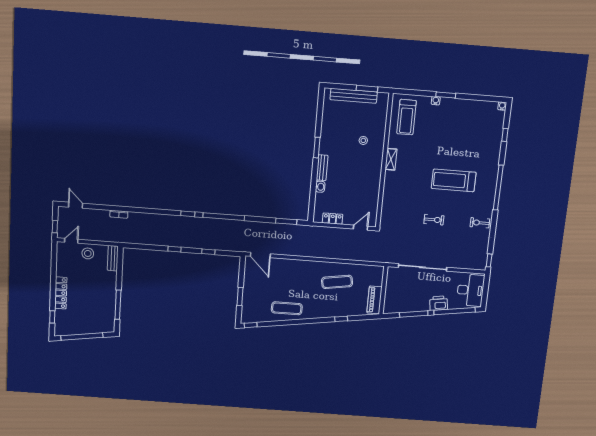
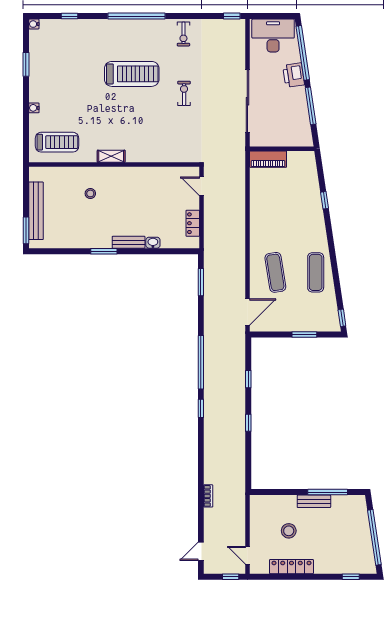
window: (367, 89) -> (26, 230), moved
window: (446, 95) -> (26, 64), moved
treadmill: (454, 180) -> (132, 74), turned -90
stool: (88, 253) -> (289, 531), moved
bench: (113, 258) -> (314, 501), moved
exercise mat: (337, 282) -> (275, 272), moved
locker: (61, 293) -> (291, 567), moved
piano: (374, 300) -> (268, 159), moved

